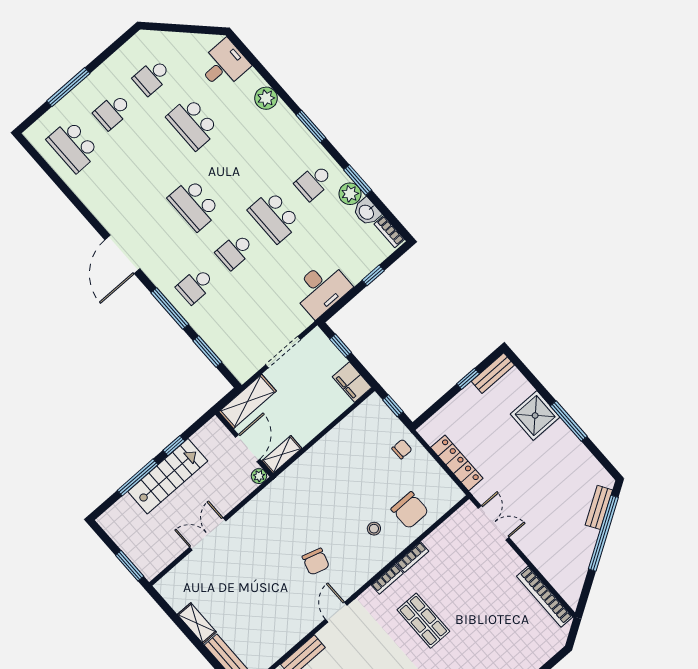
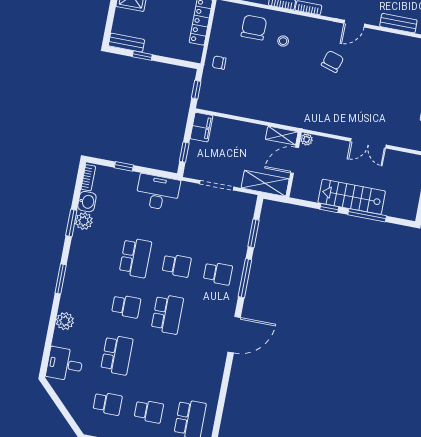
school desk: (314, 182) -> (126, 306), moved

